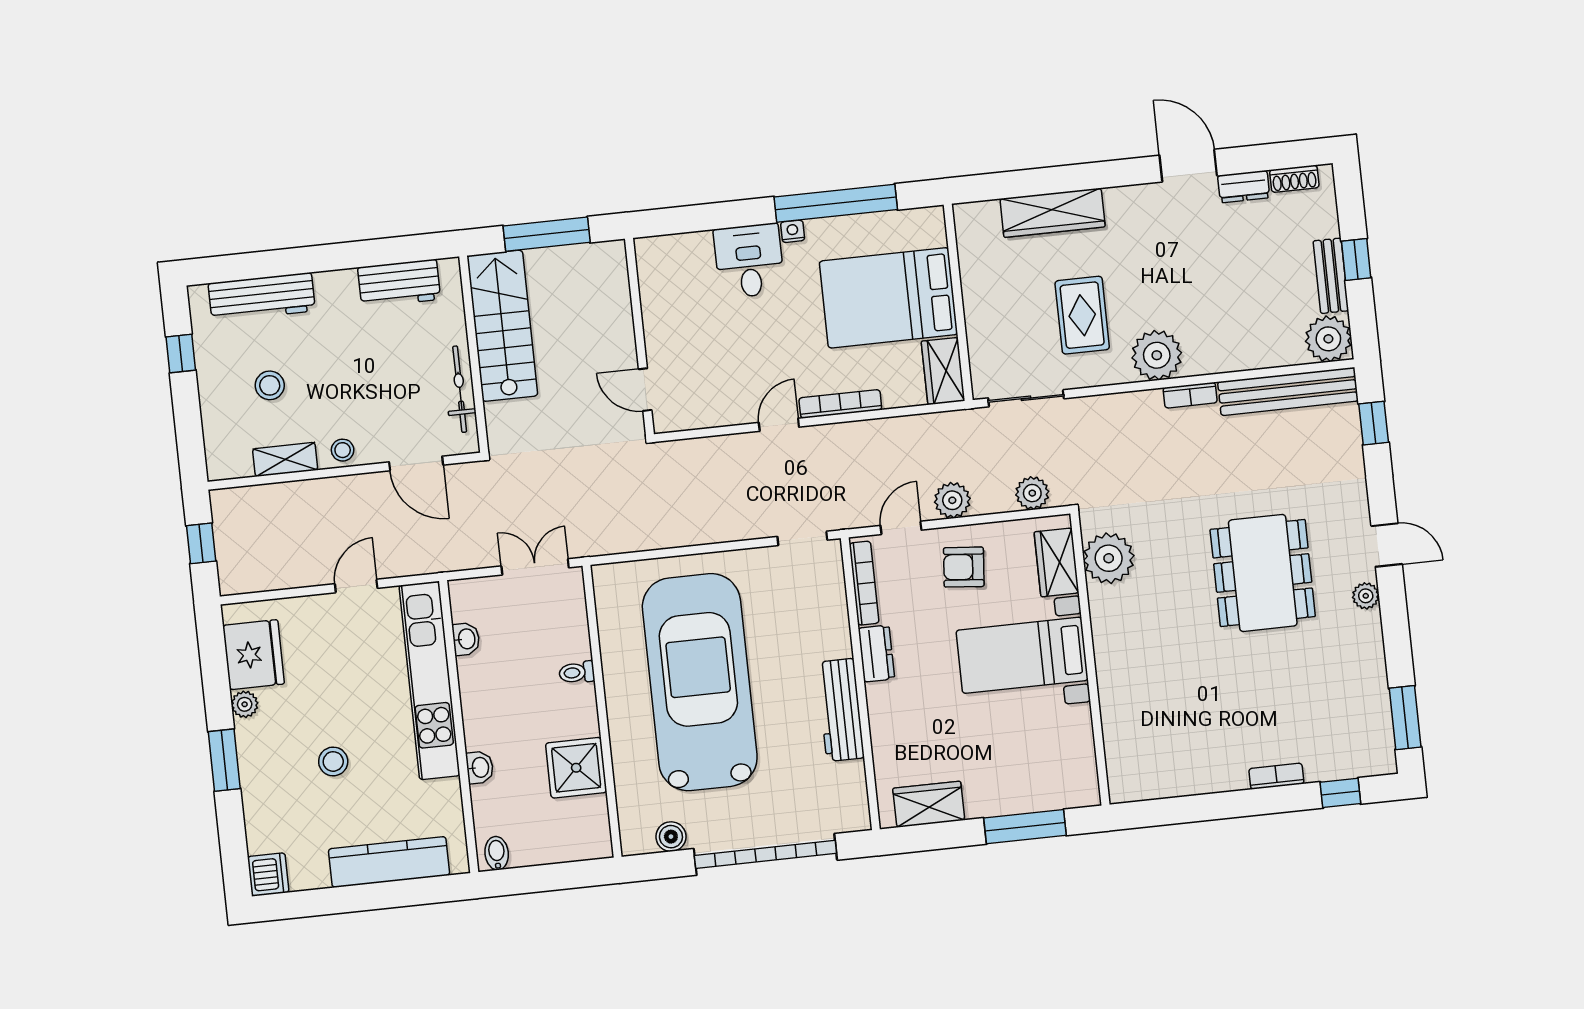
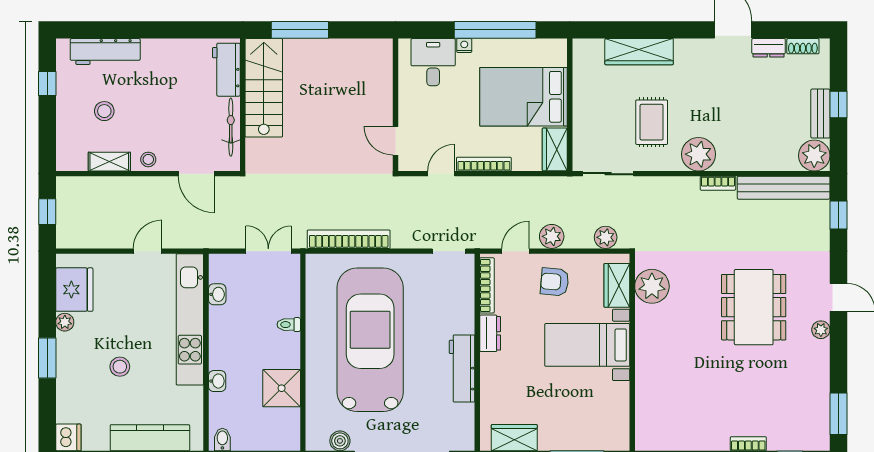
workbench: (399, 283) -> (226, 70), moved, turned 90
wall: (639, 336) -> (395, 105), moved
door: (645, 390) -> (395, 141), moved
bookcase: (652, 536) -> (349, 239), added

